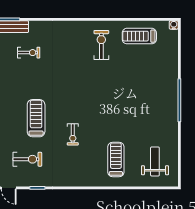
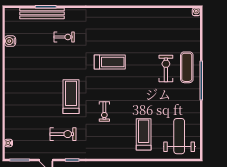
treadmill: (139, 36) -> (110, 62), moved, turned 180
exercise bike: (101, 45) -> (166, 69), moved
exercise mat: (163, 86) -> (187, 67), added
weight bench: (155, 161) -> (179, 136), width x1.36, depth x1.33

